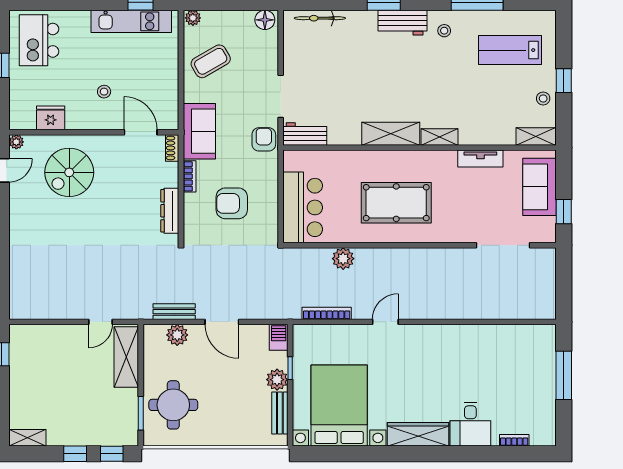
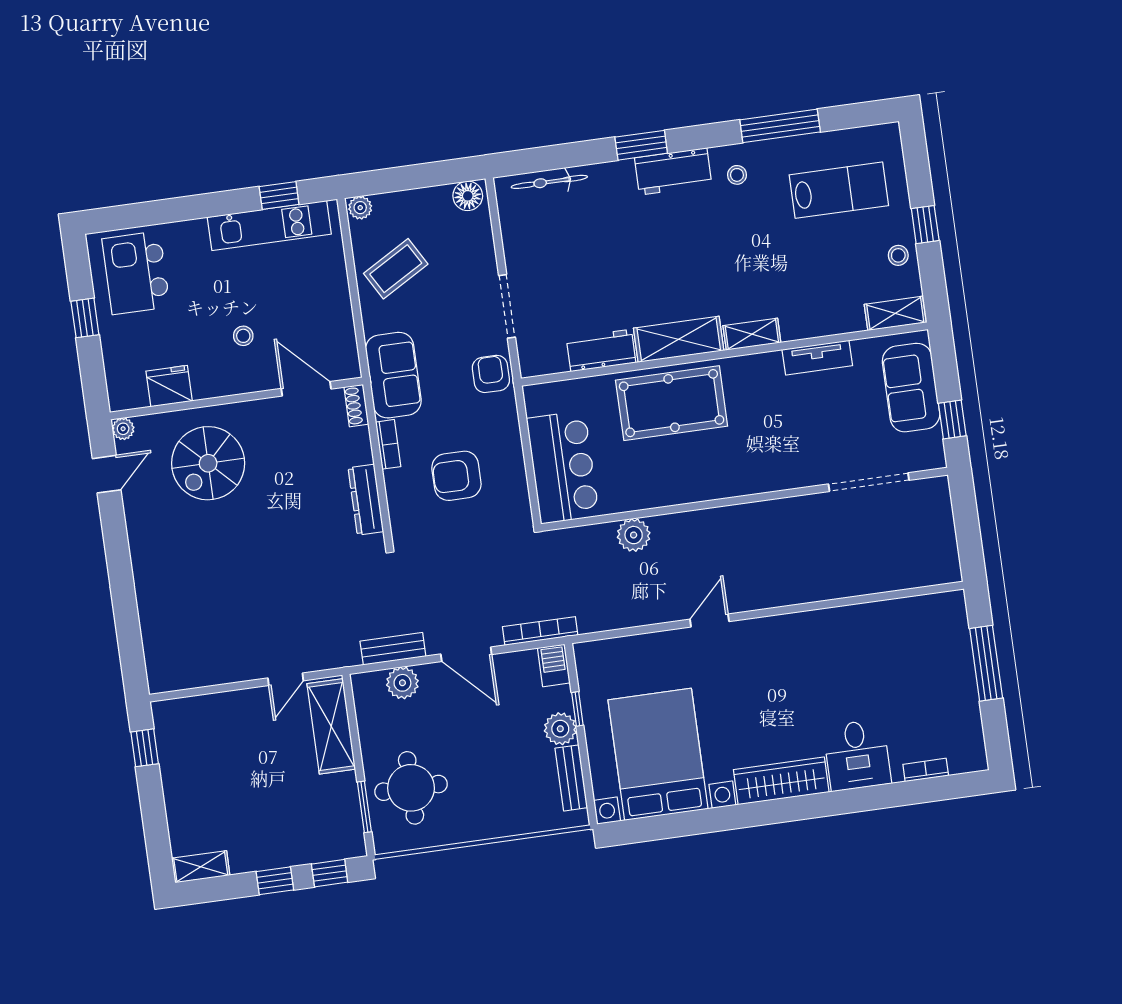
lab bench: (510, 50) -> (839, 190), turned 180
workbench: (305, 134) -> (601, 350), moved
pool table: (396, 203) -> (672, 403), moved
bookcase: (327, 313) -> (540, 631), moved

